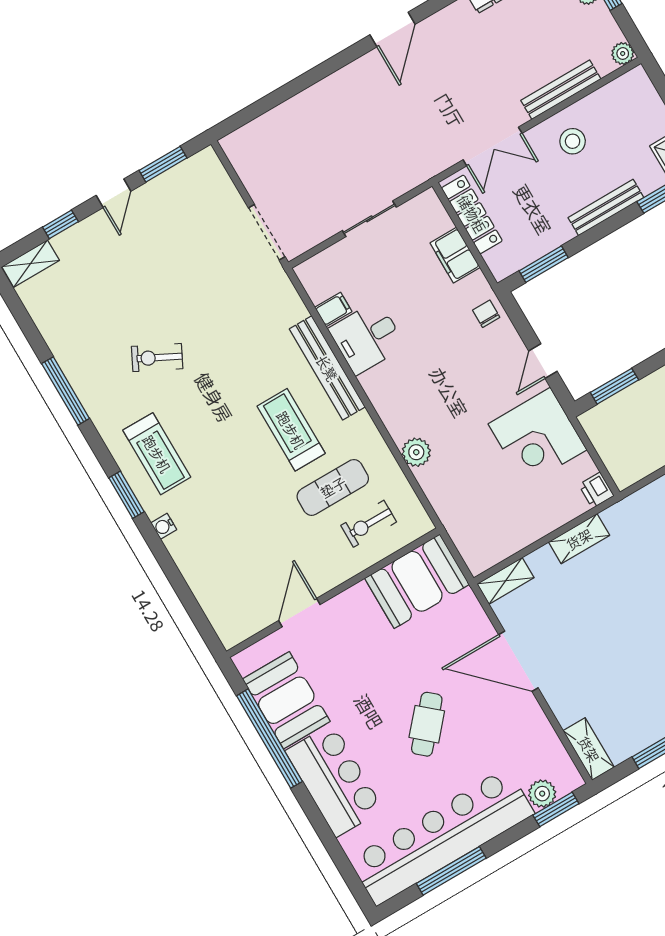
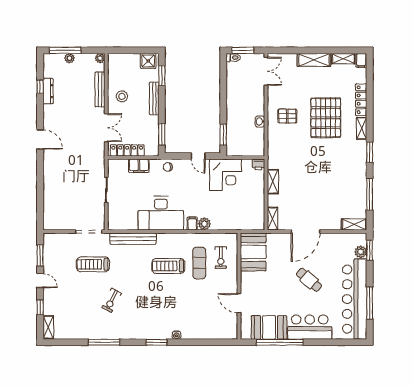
filing cabinet: (333, 309) -> (192, 224), moved
desk: (367, 337) -> (161, 213), width x1.87, depth x1.30
bench: (327, 368) -> (133, 239), moved
treadmill: (157, 454) -> (93, 264), moved, turned 180

